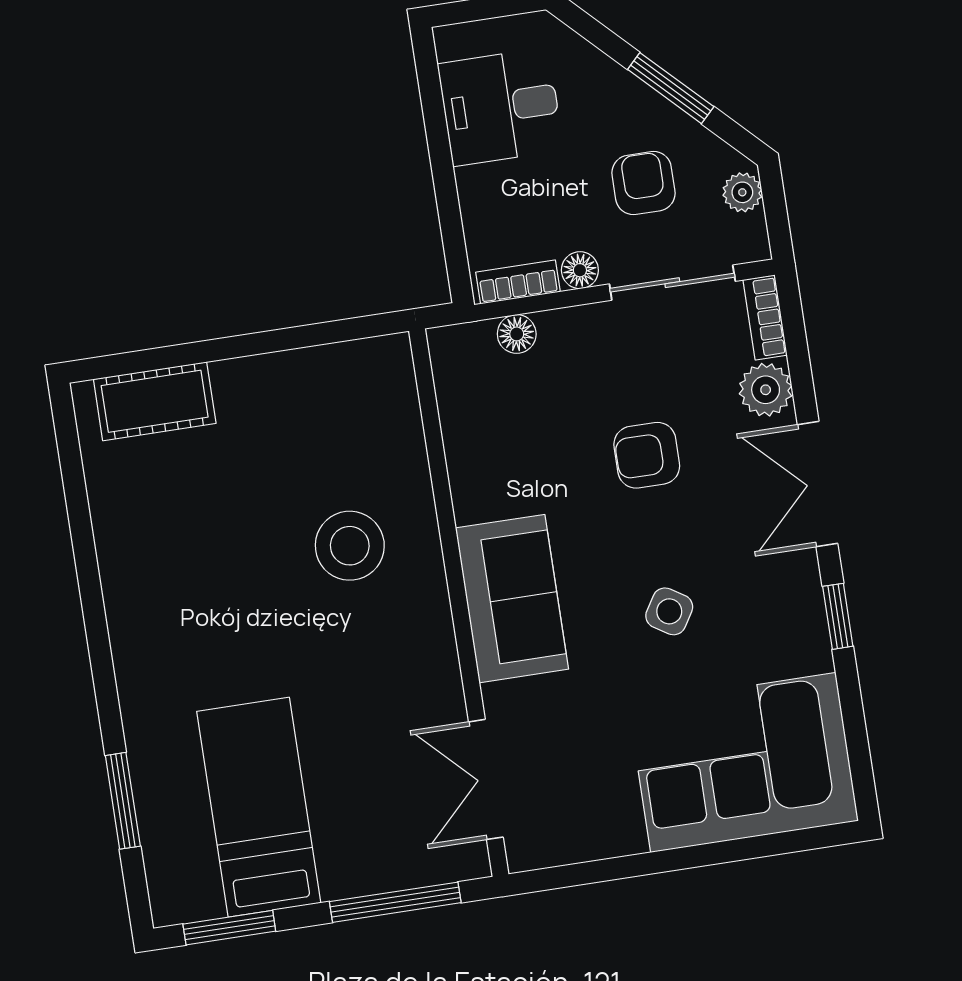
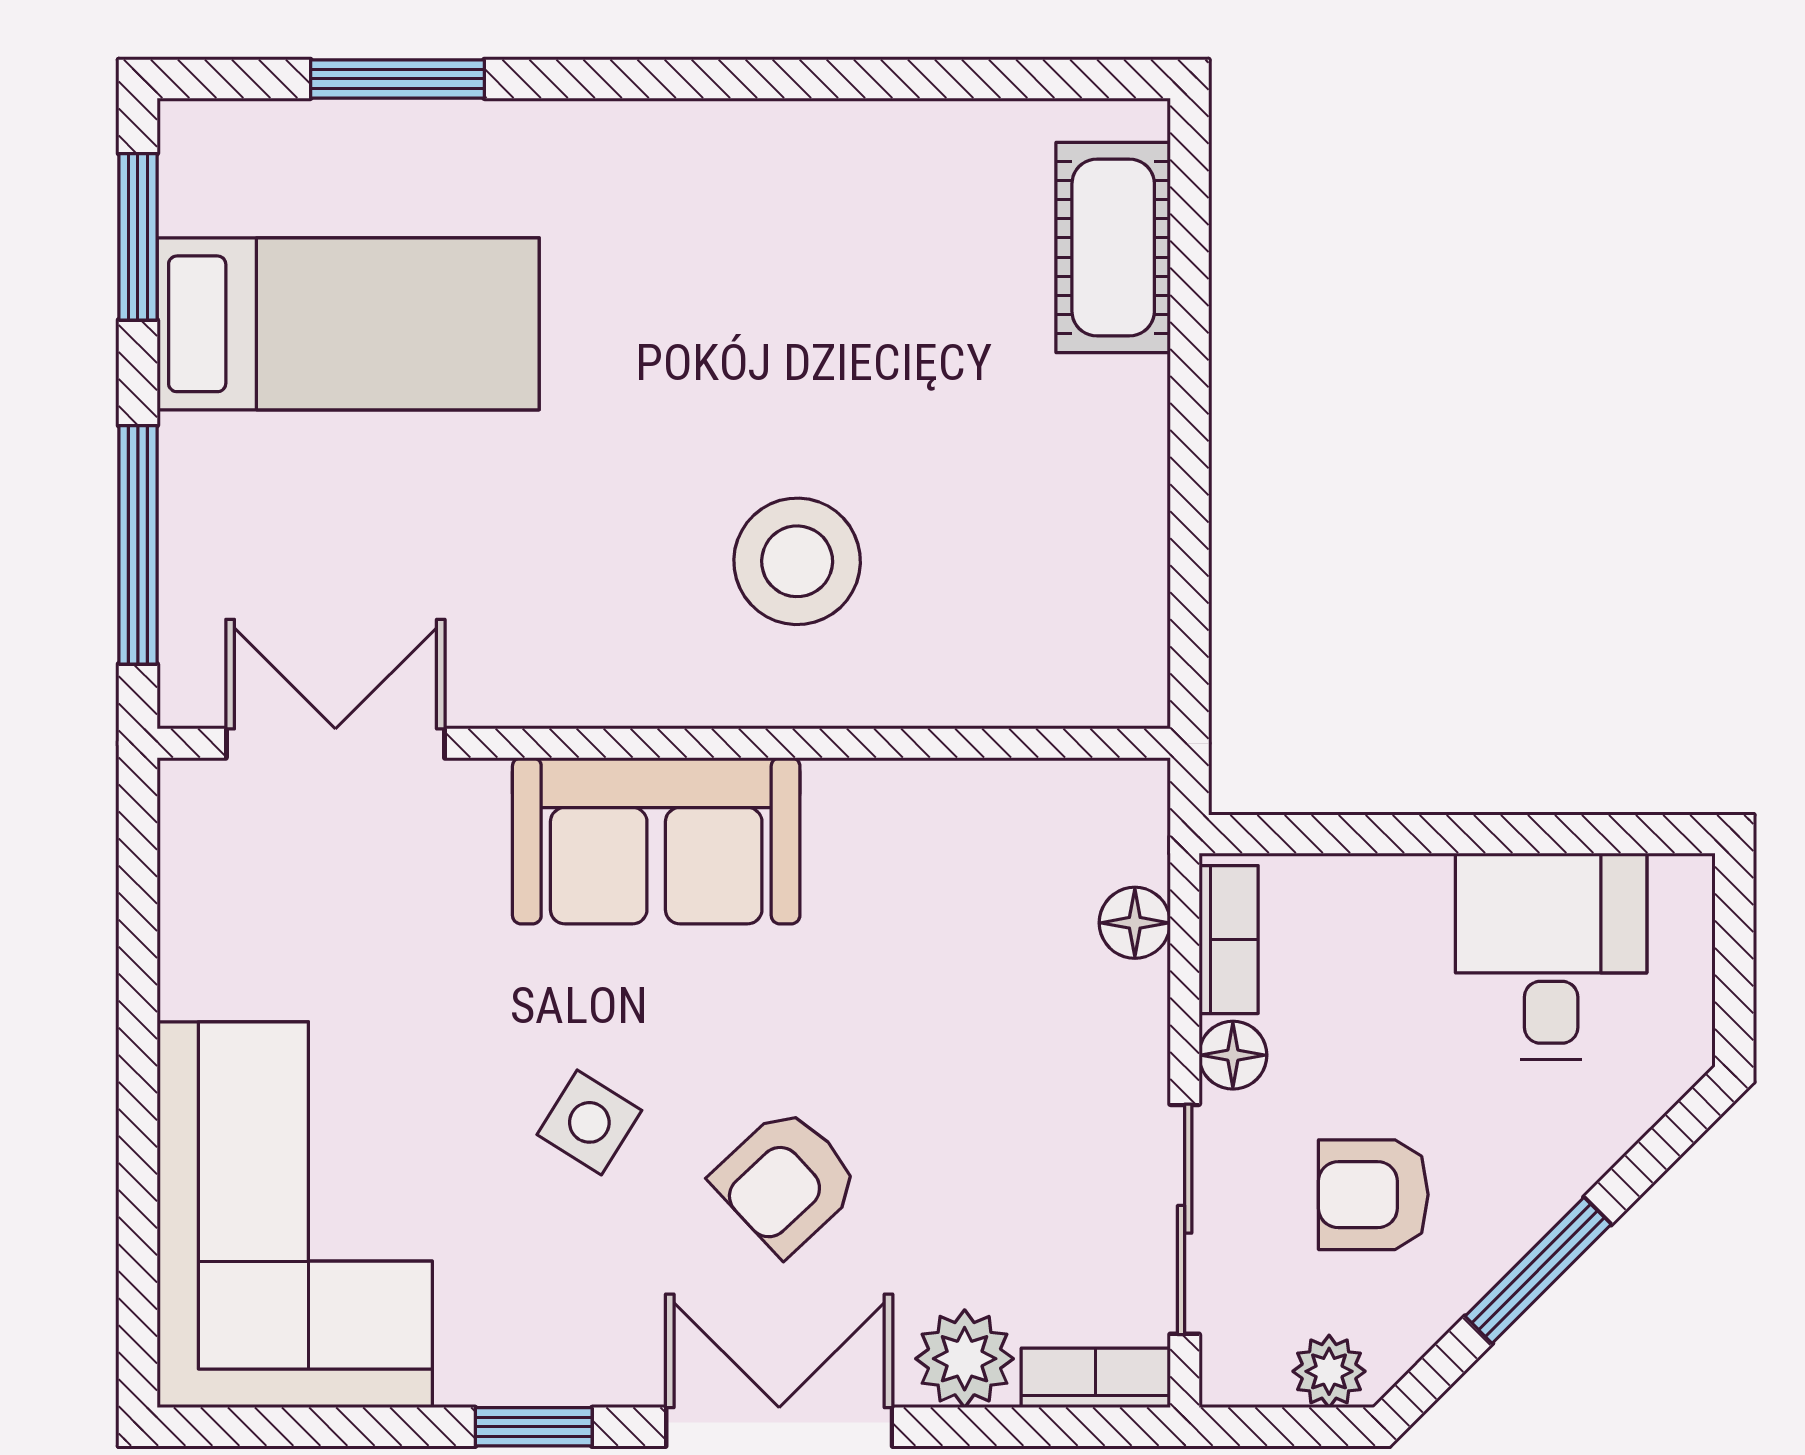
armchair: (643, 183) -> (1373, 1195), turned 180
armchair: (647, 455) -> (786, 1181), moved, turned -133

